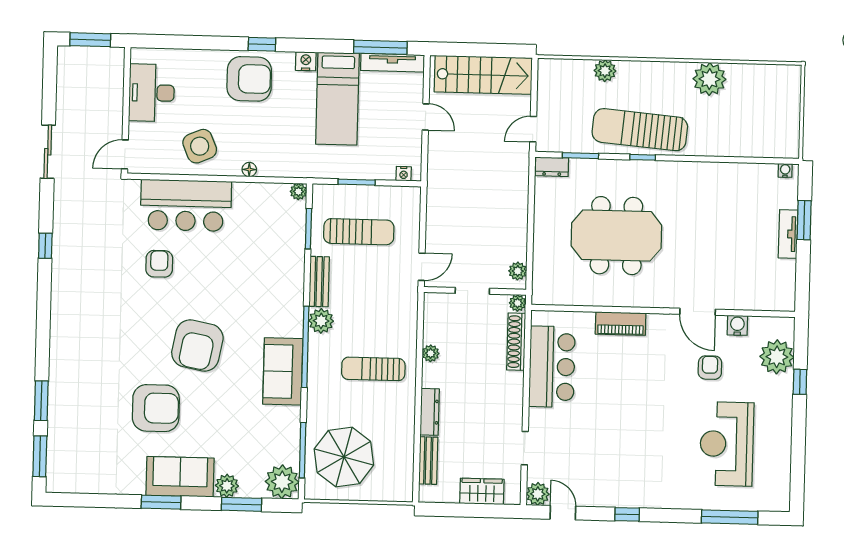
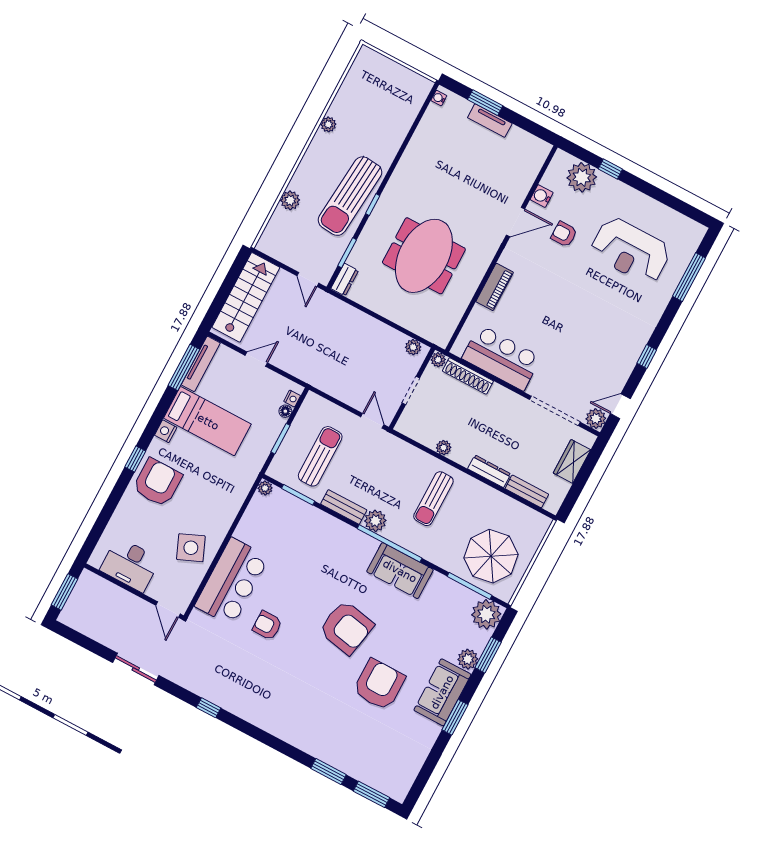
plant: (709, 79) -> (328, 124), width x0.53, depth x0.53
floor lamp: (249, 170) -> (285, 411), moved
doorway: (525, 448) -> (555, 411), width x1.87

